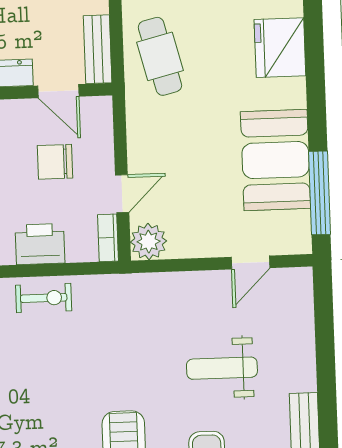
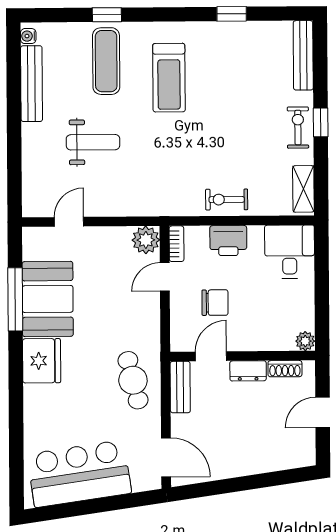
fridge: (280, 48) -> (42, 361), moved
door: (58, 91) -> (211, 356), hinge flipped
window: (319, 193) -> (15, 299), moved

